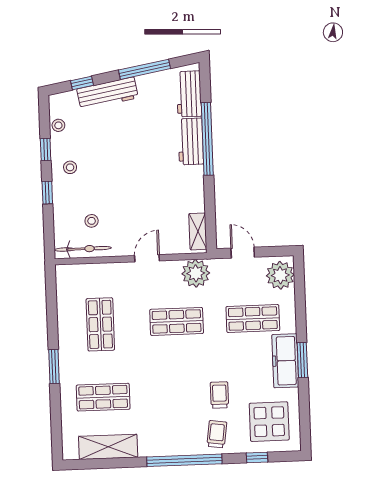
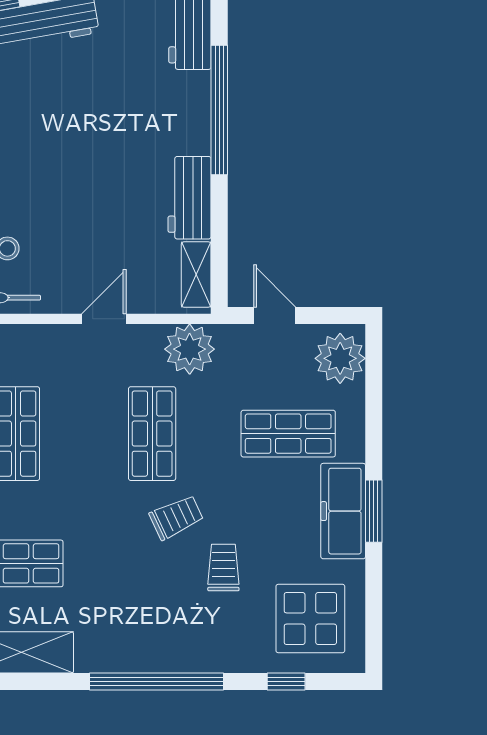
workbench: (191, 141) -> (189, 198), moved
shop shelf: (177, 321) -> (152, 434), turned 90
trolley: (217, 434) -> (176, 517), moved, turned 57

